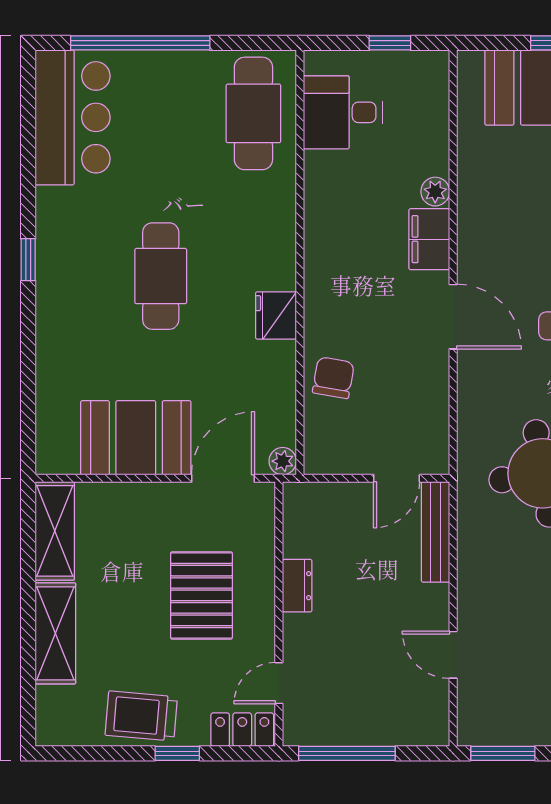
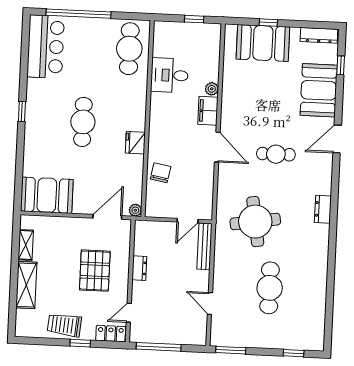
desk: (343, 112) -> (170, 75), moved
booth: (136, 438) -> (47, 195), moved
shelving: (55, 531) -> (26, 245), width x0.67, depth x0.75

